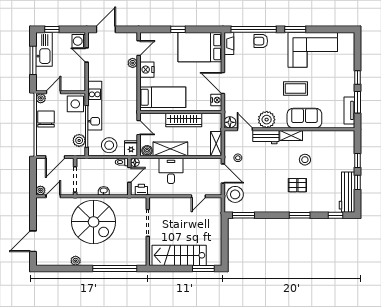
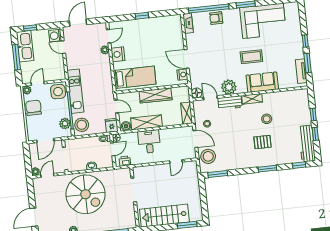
bed: (200, 47) -> (163, 29), removed
stool: (109, 145) -> (82, 125), moved

